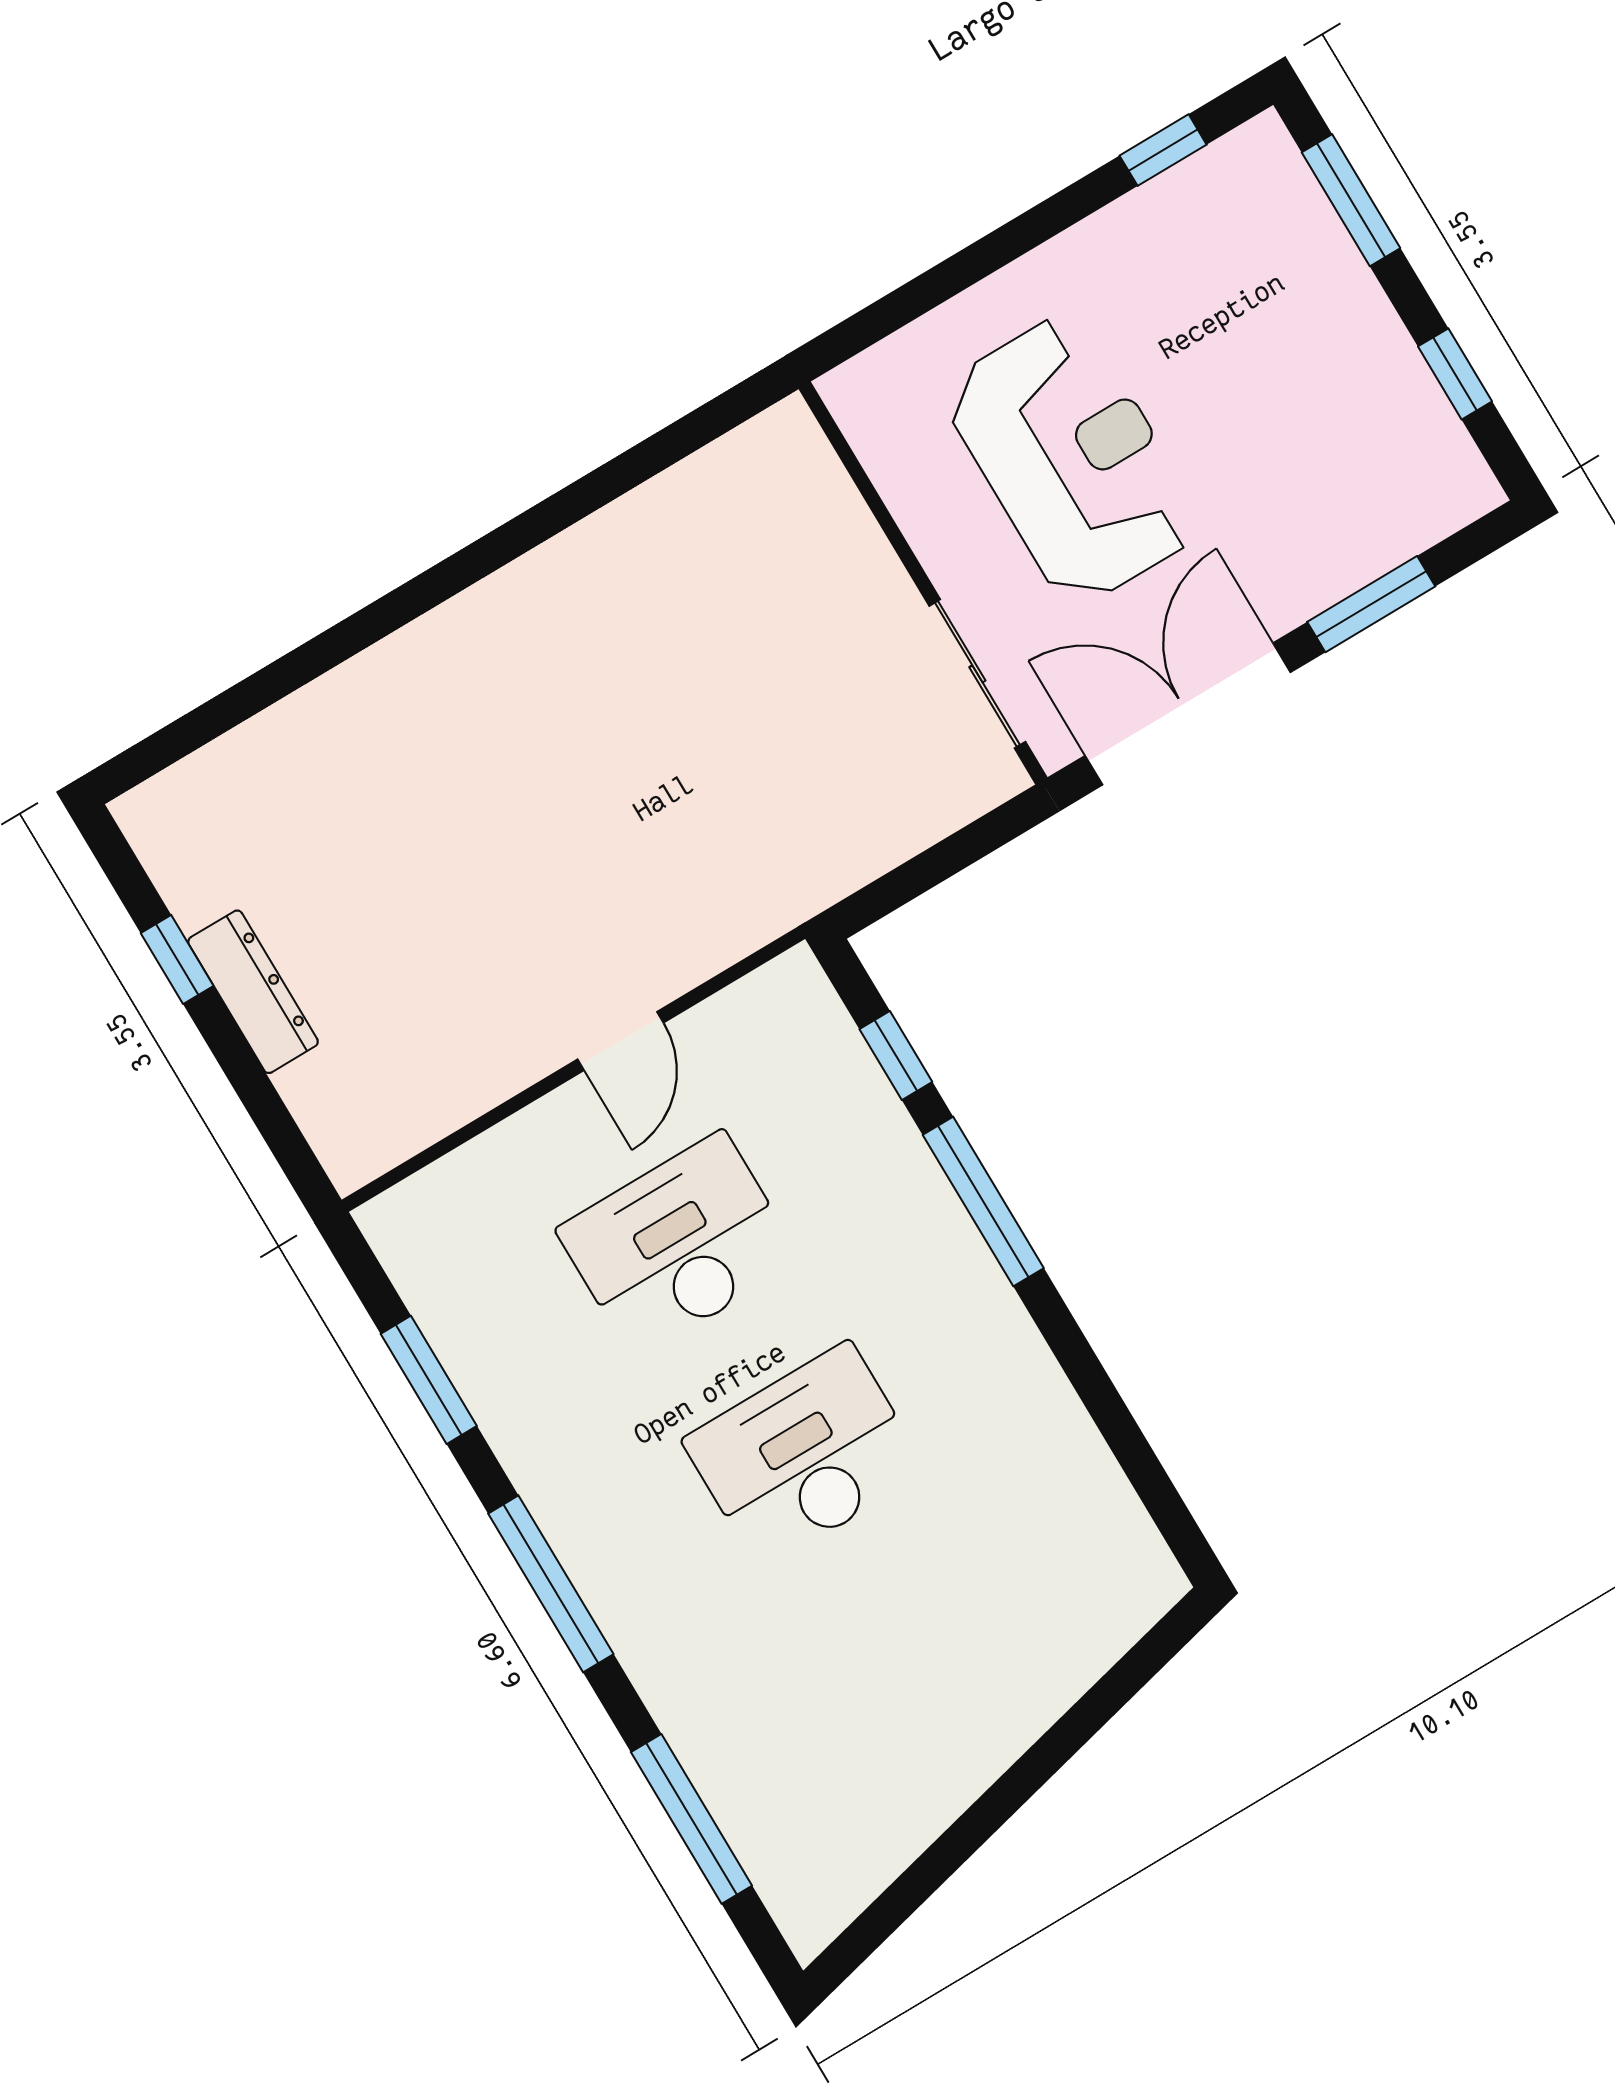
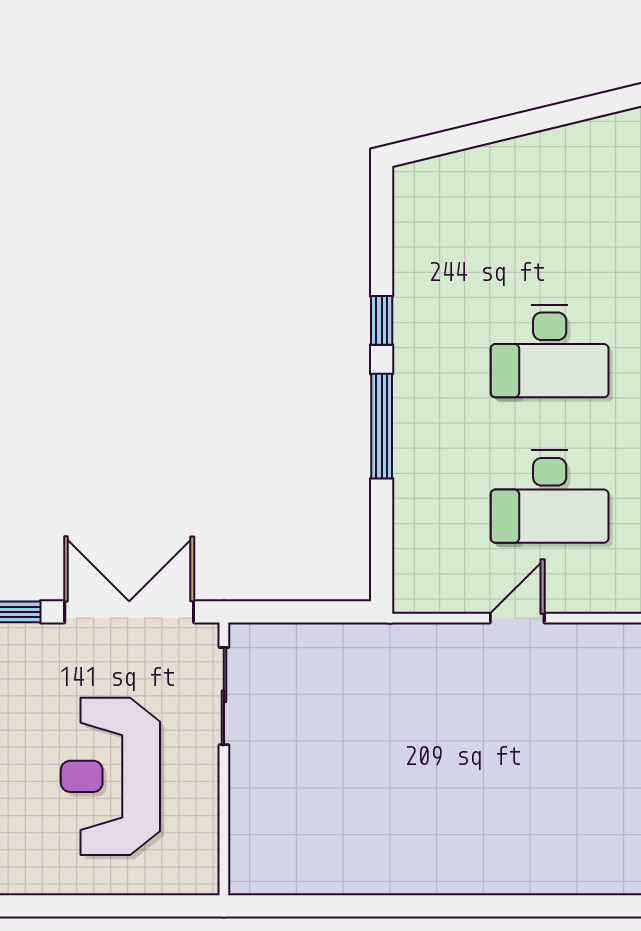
double door: (1188, 714) -> (129, 612), swing flipped
window: (896, 1056) -> (382, 320), moved

